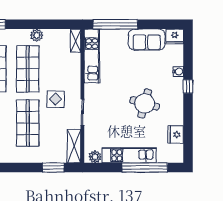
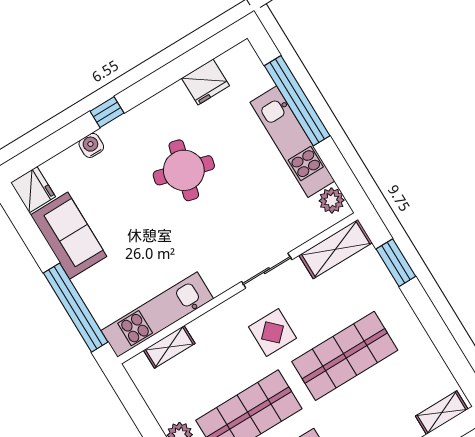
shelving: (76, 41) -> (169, 347), moved

